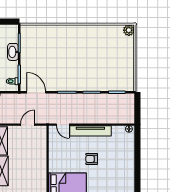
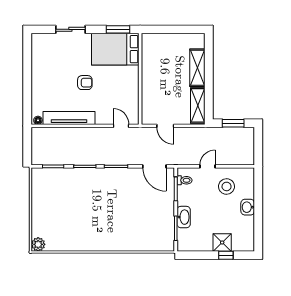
door: (28, 125) -> (165, 126), hinge flipped
tv unit: (90, 131) -> (69, 118), moved

